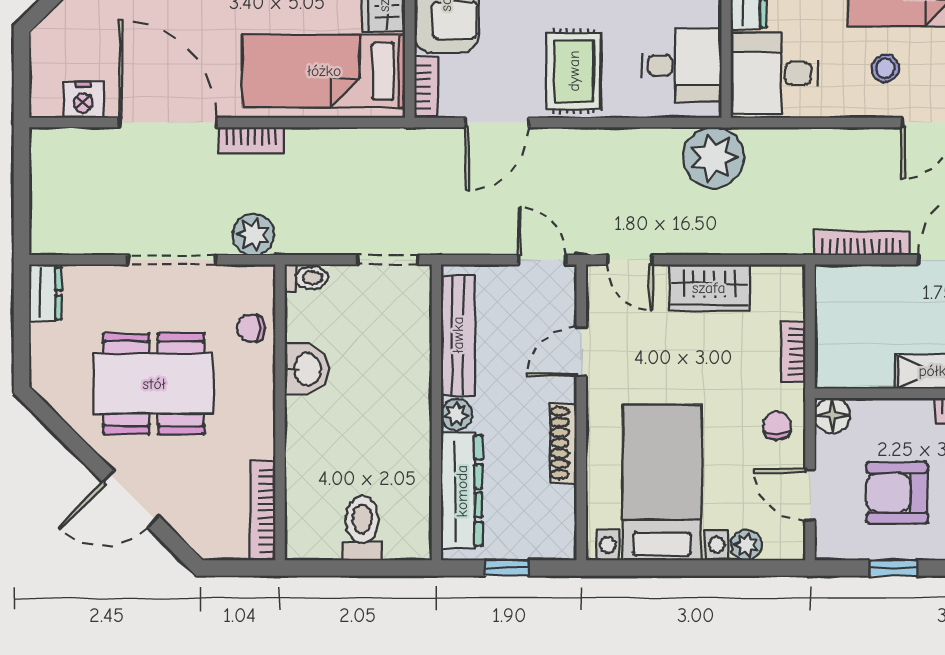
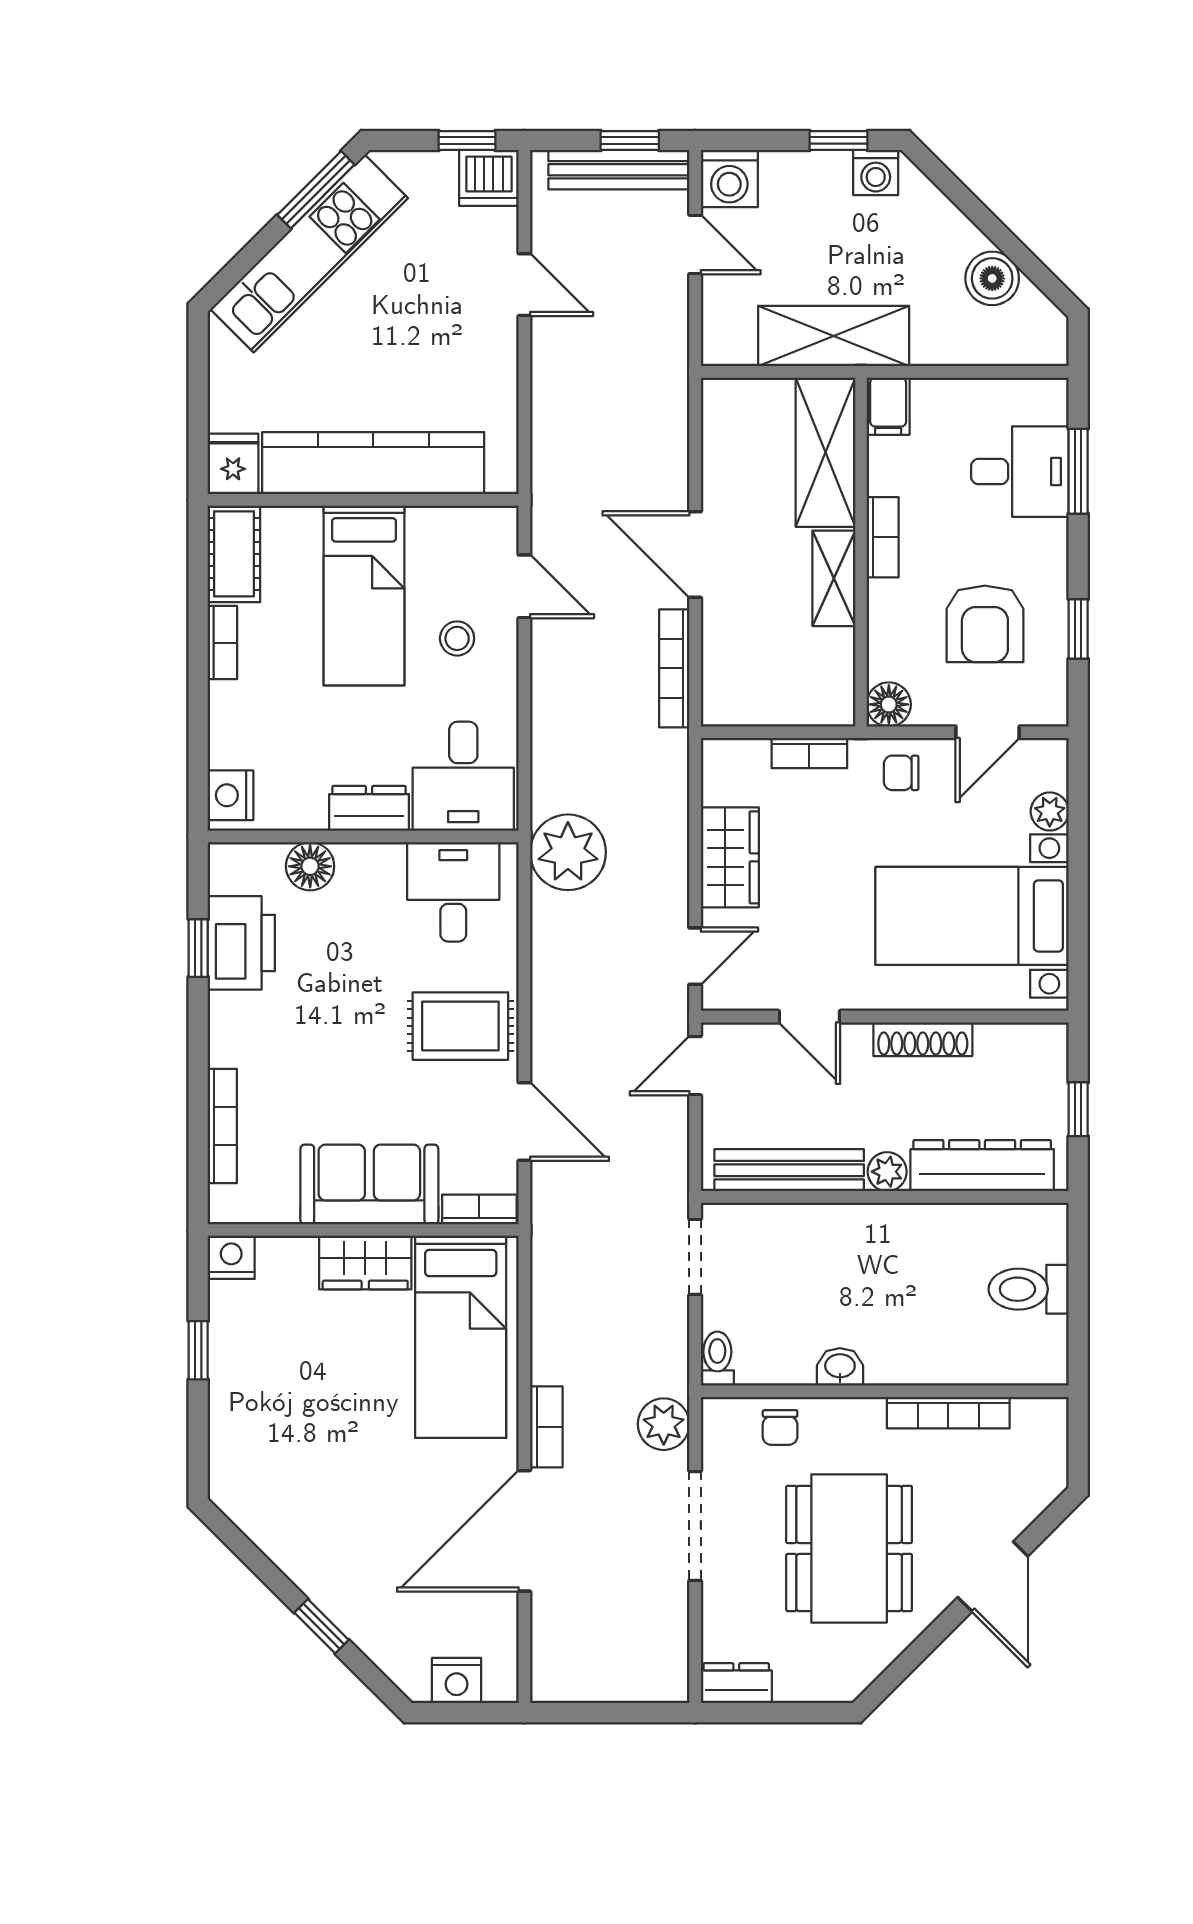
nightstand: (83, 100) -> (457, 1681), moved, turned 90
washbasin: (306, 369) -> (840, 1367), width x0.72, depth x0.69
bookcase: (263, 511) -> (948, 1413), moved

